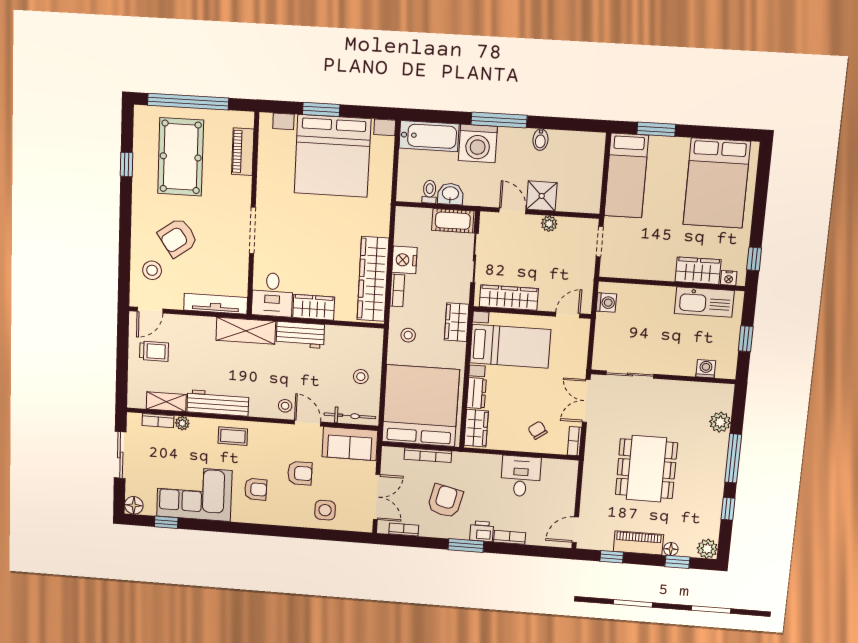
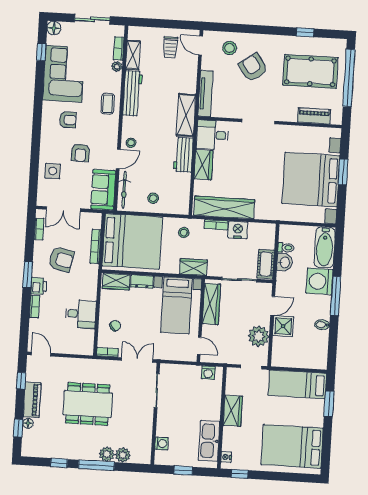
plant: (549, 224) -> (259, 336), width x1.88, depth x1.88
wardrobe: (698, 271) -> (233, 411), moved
armchair: (256, 489) -> (68, 120), turned -91
plant: (707, 549) -> (107, 454), moved

